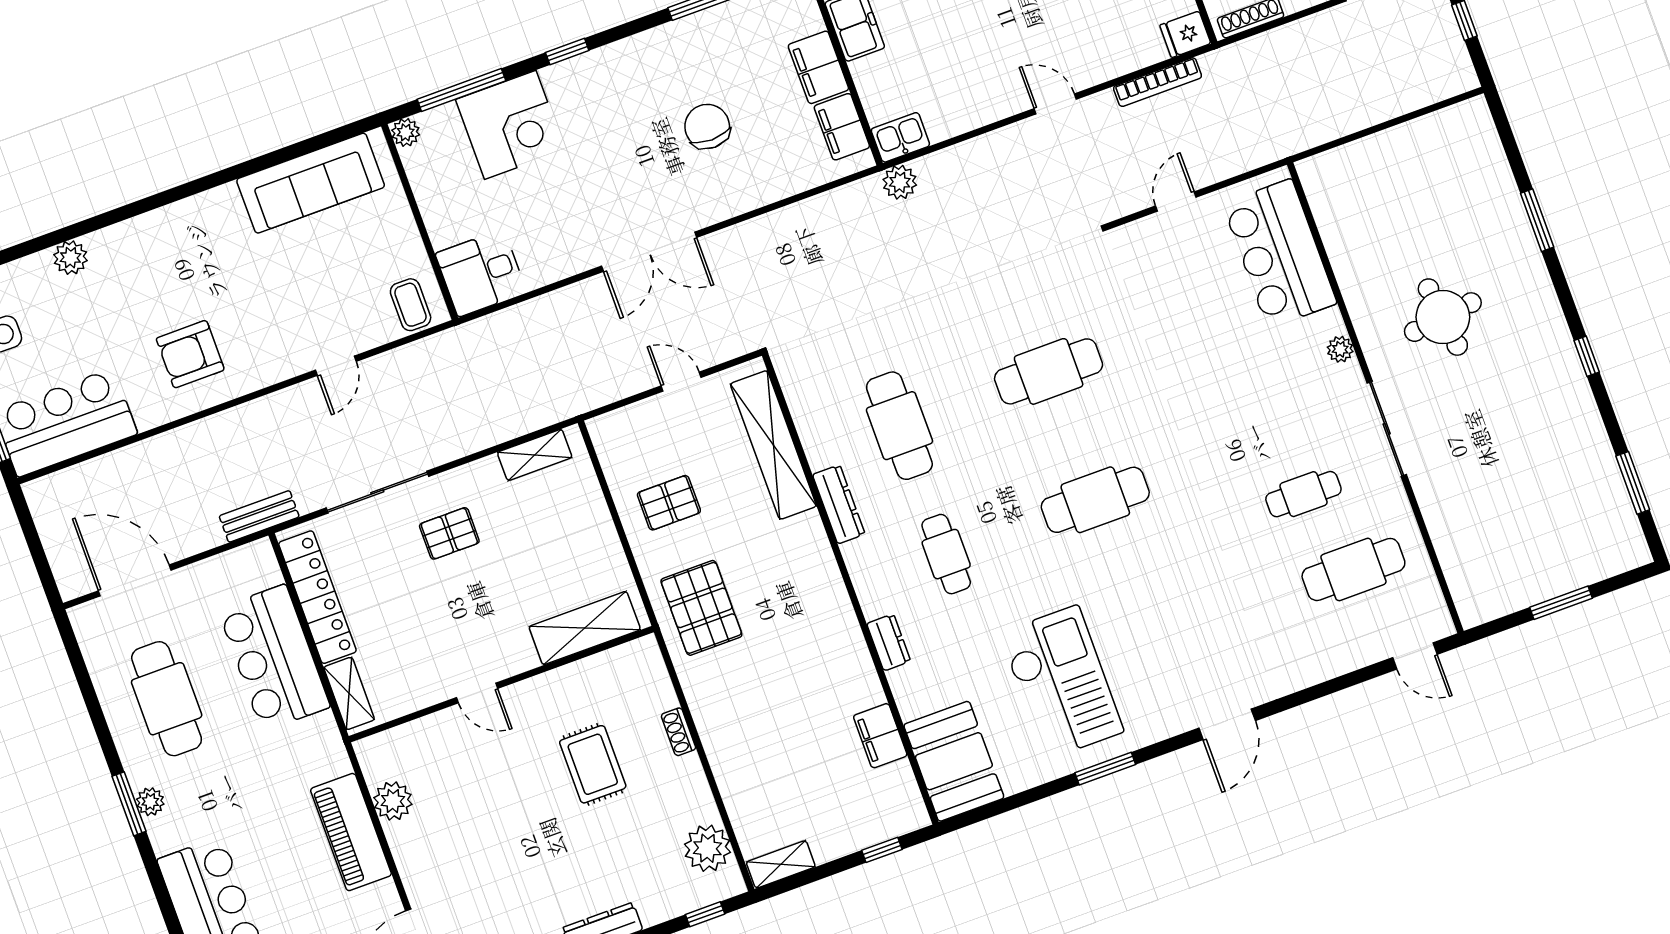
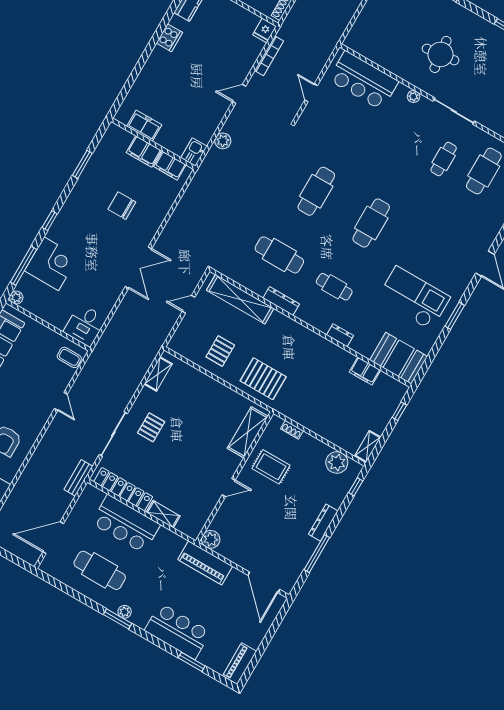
plant: (900, 182) -> (223, 141), moved
shelving: (585, 628) -> (248, 432), moved
wall: (501, 684) -> (235, 477), moved
door: (477, 693) -> (229, 487), moved

